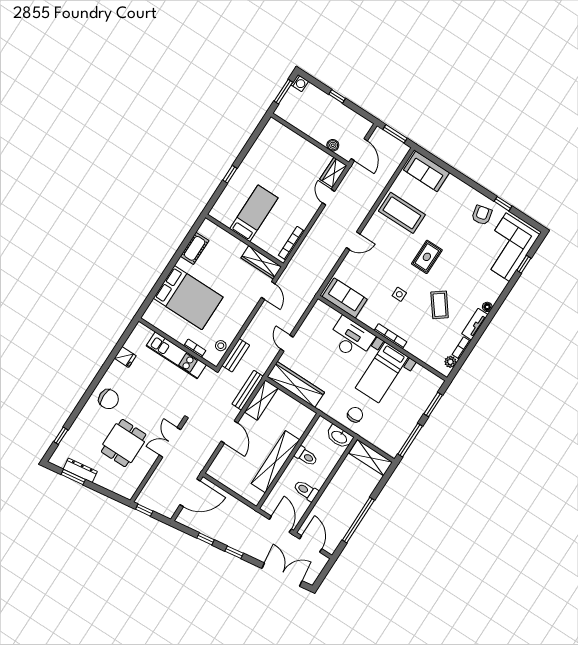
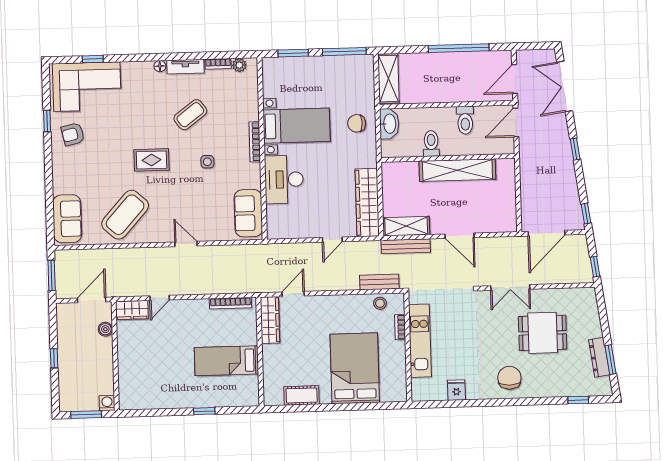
washing machine: (300, 83) -> (107, 403), moved
coffee table: (402, 213) -> (125, 215), turned 42
door: (229, 432) -> (459, 236), swing flipped
door: (190, 493) -> (546, 233), swing flipped
window: (206, 539) -> (586, 214), moved

